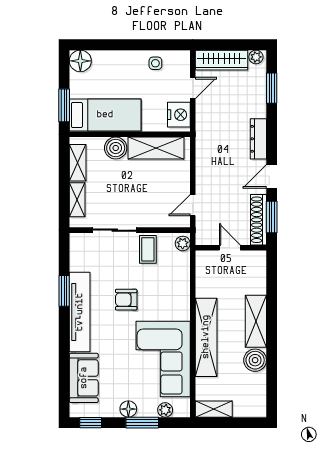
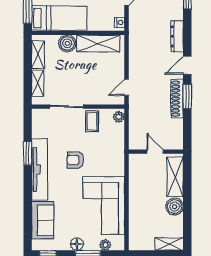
nightstand: (179, 115) -> (120, 22), width x0.53, depth x0.56
door: (230, 248) -> (155, 152), moved
wall: (231, 248) -> (156, 152), moved
shelving: (206, 337) -> (137, 189), removed
shelving: (214, 409) -> (169, 244), moved

